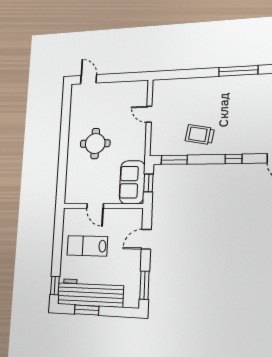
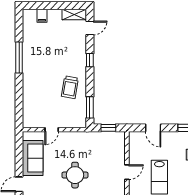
sofa: (132, 182) -> (33, 158), moved, turned -90

